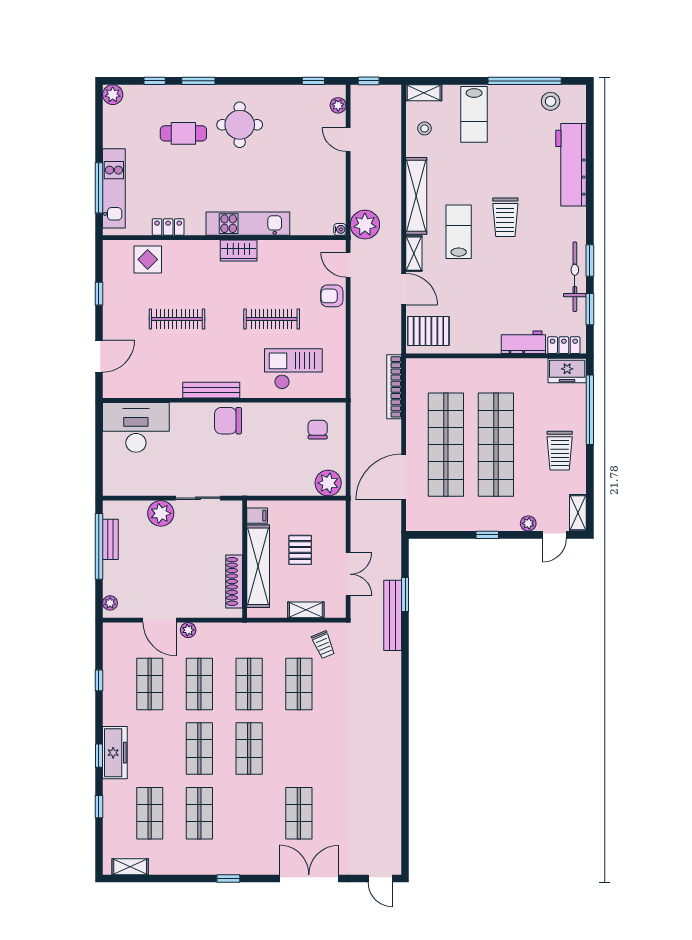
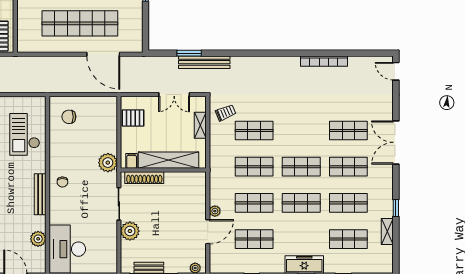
plant: (150, 387) -> (38, 239), added
bookcase: (394, 387) -> (324, 61), moved
chair: (228, 421) -> (62, 182), width x0.54, depth x0.54
plant: (328, 483) -> (108, 163), moved
pallet: (300, 550) -> (133, 118), moved
double door: (348, 574) -> (174, 95), swing flipped
shoe rack: (234, 581) -> (144, 178), moved
shop shelf: (249, 813) -> (348, 167), added
shelving: (130, 867) -> (387, 231), moved
window: (228, 879) -> (396, 208), moved
double door: (309, 879) -> (396, 142), moved
door: (380, 879) -> (396, 71), swing flipped

